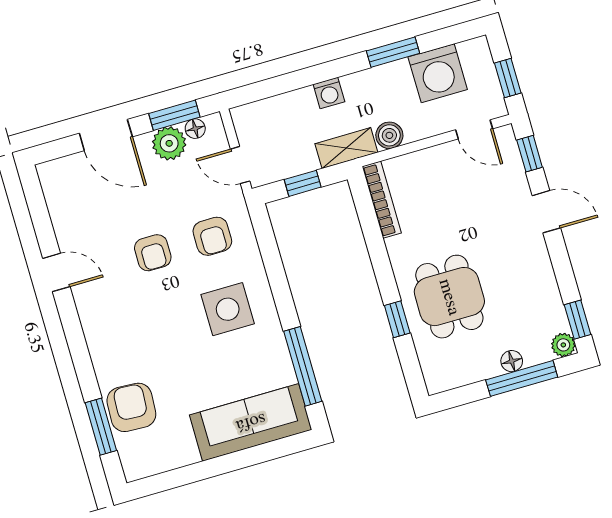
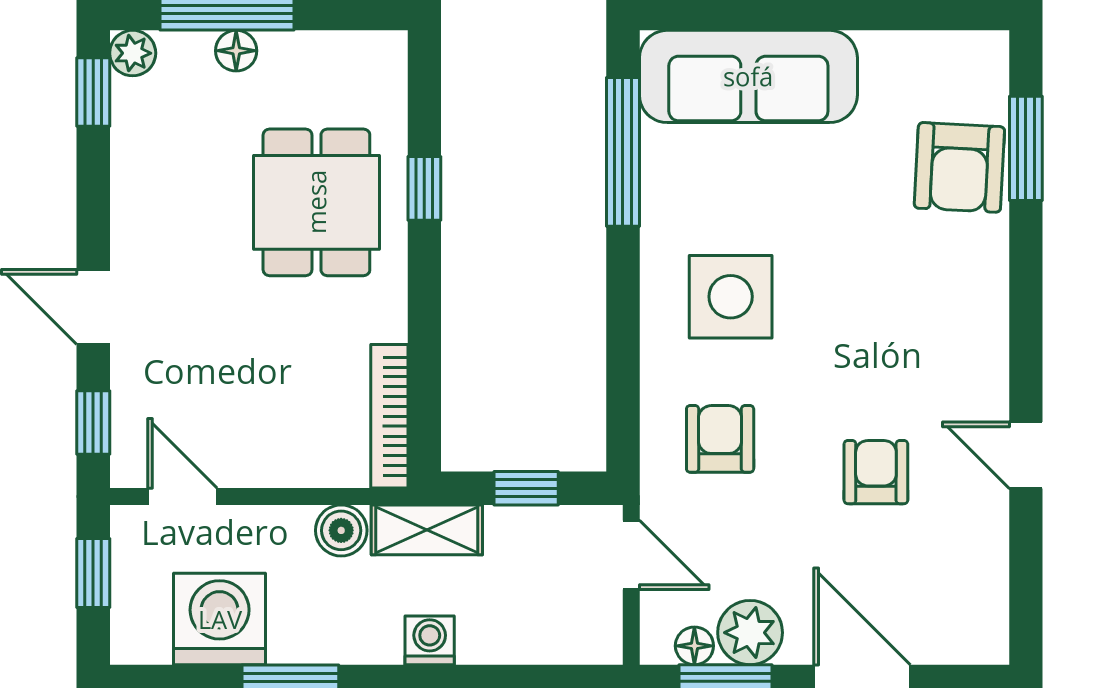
armchair: (153, 253) -> (876, 472), moved

